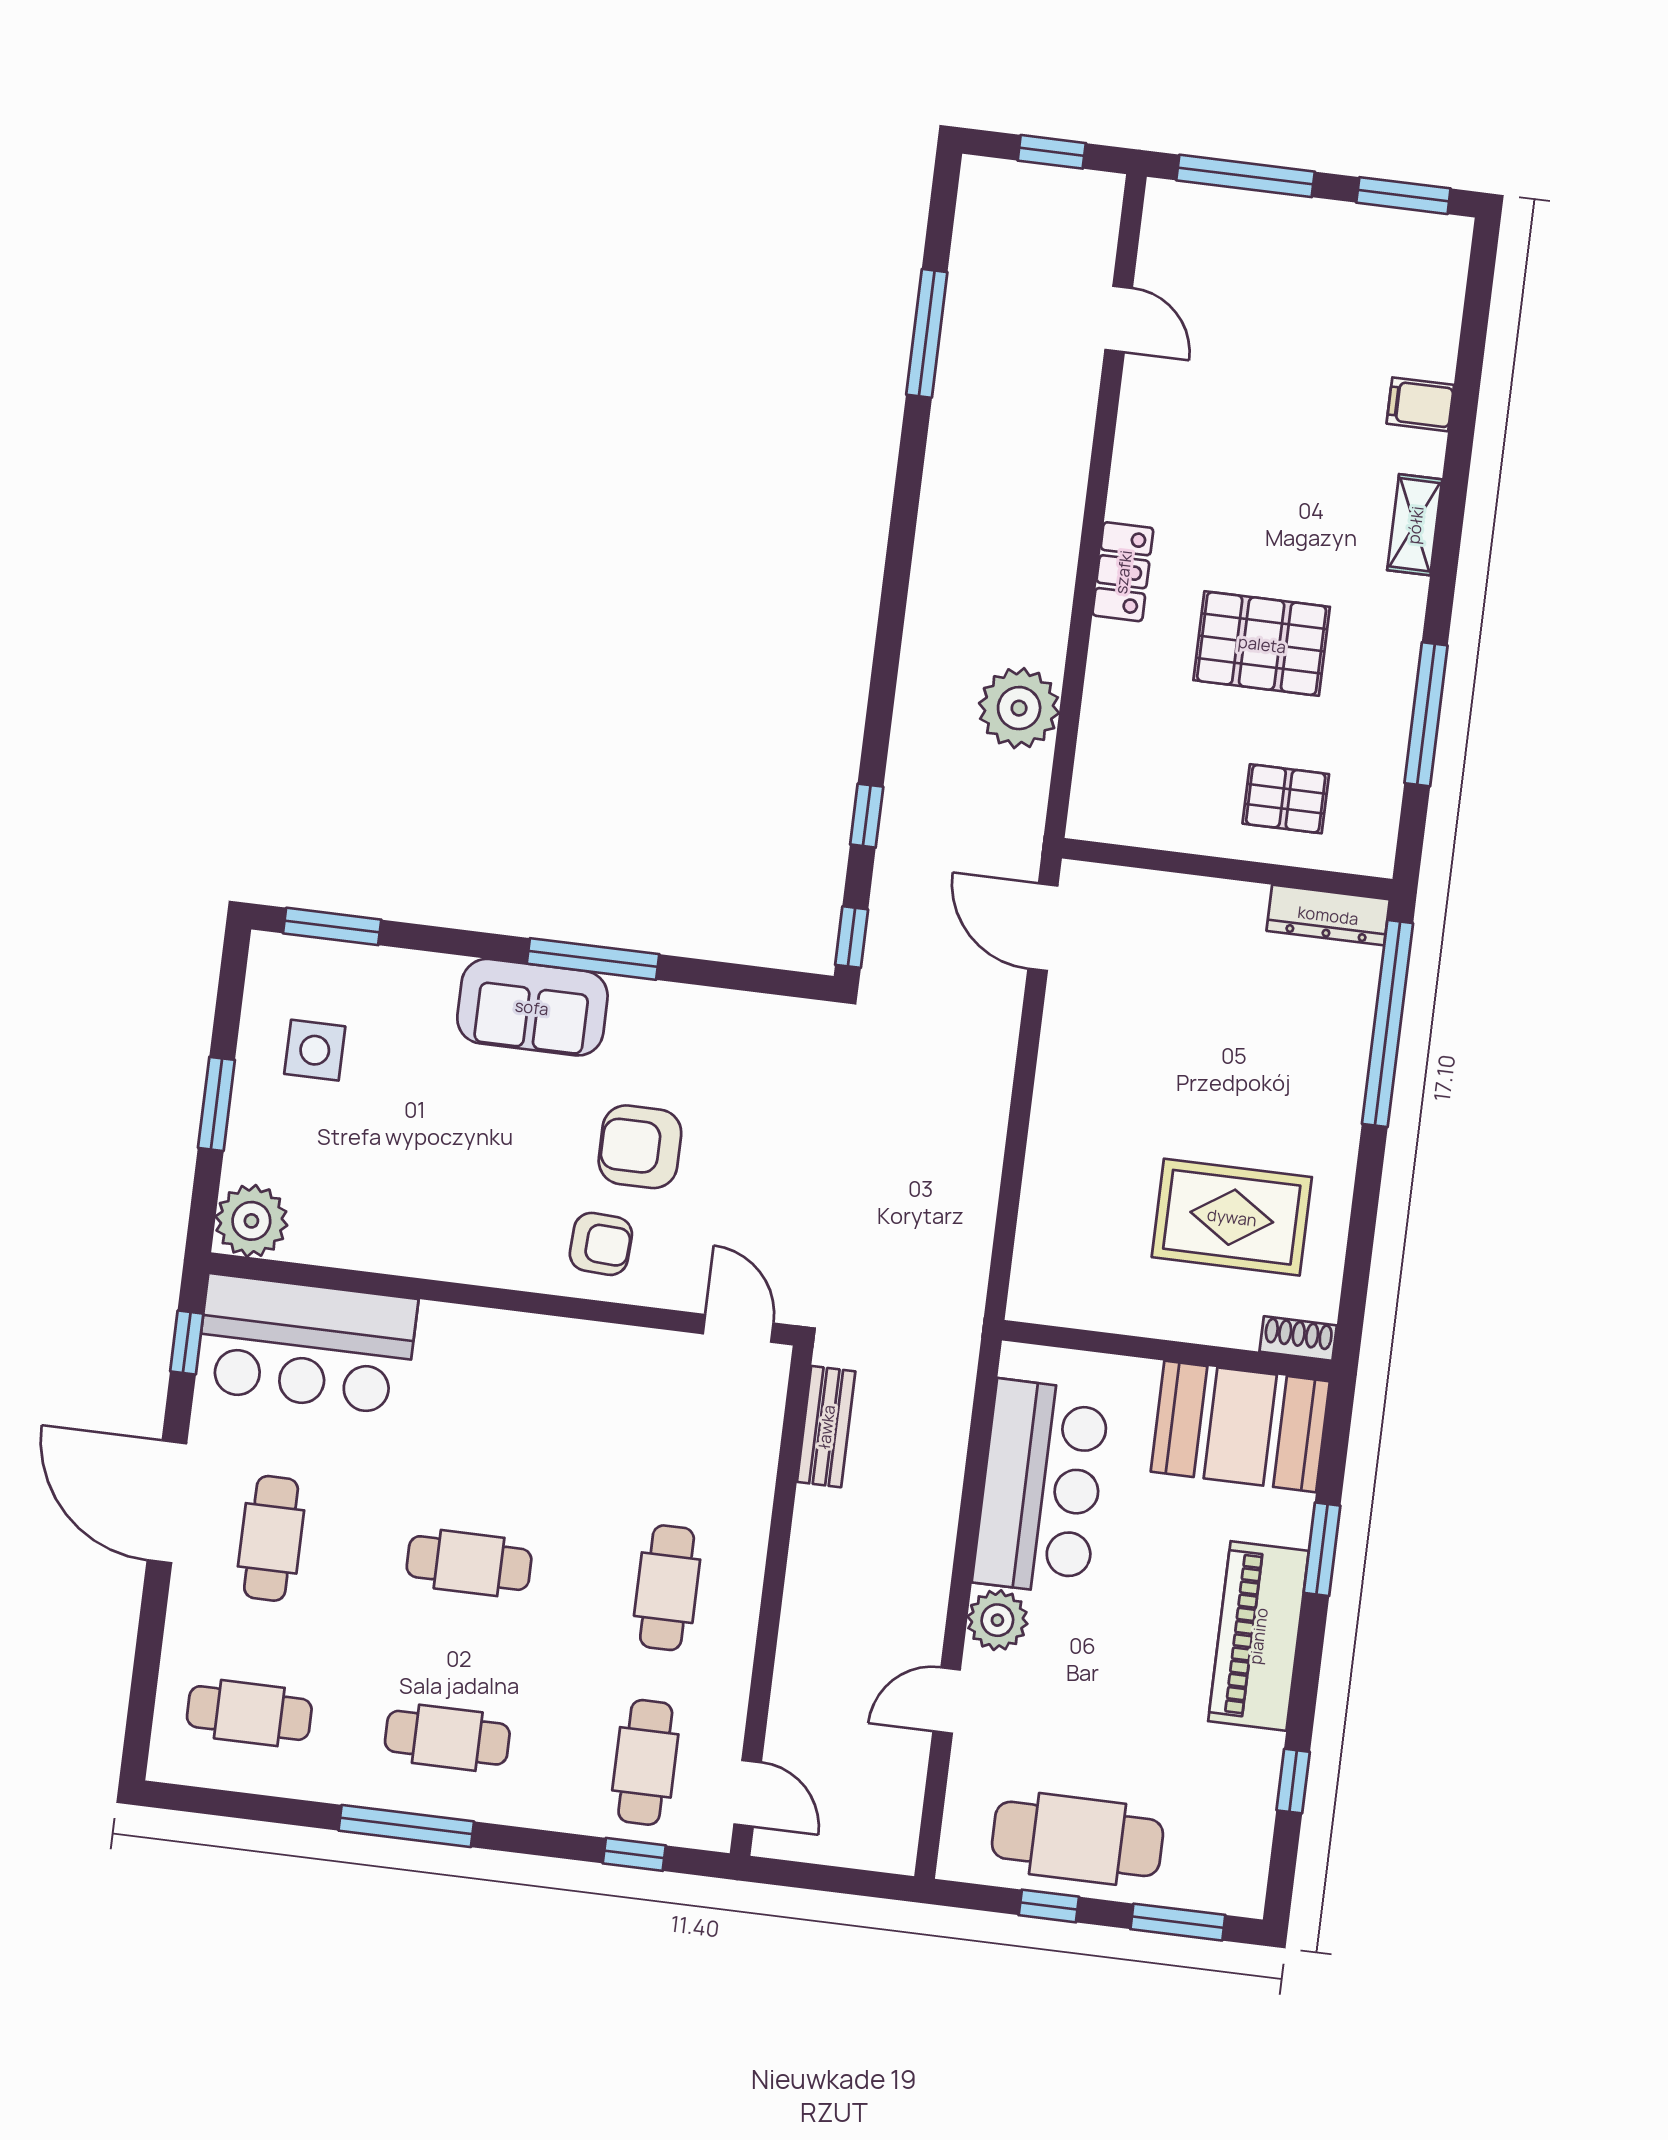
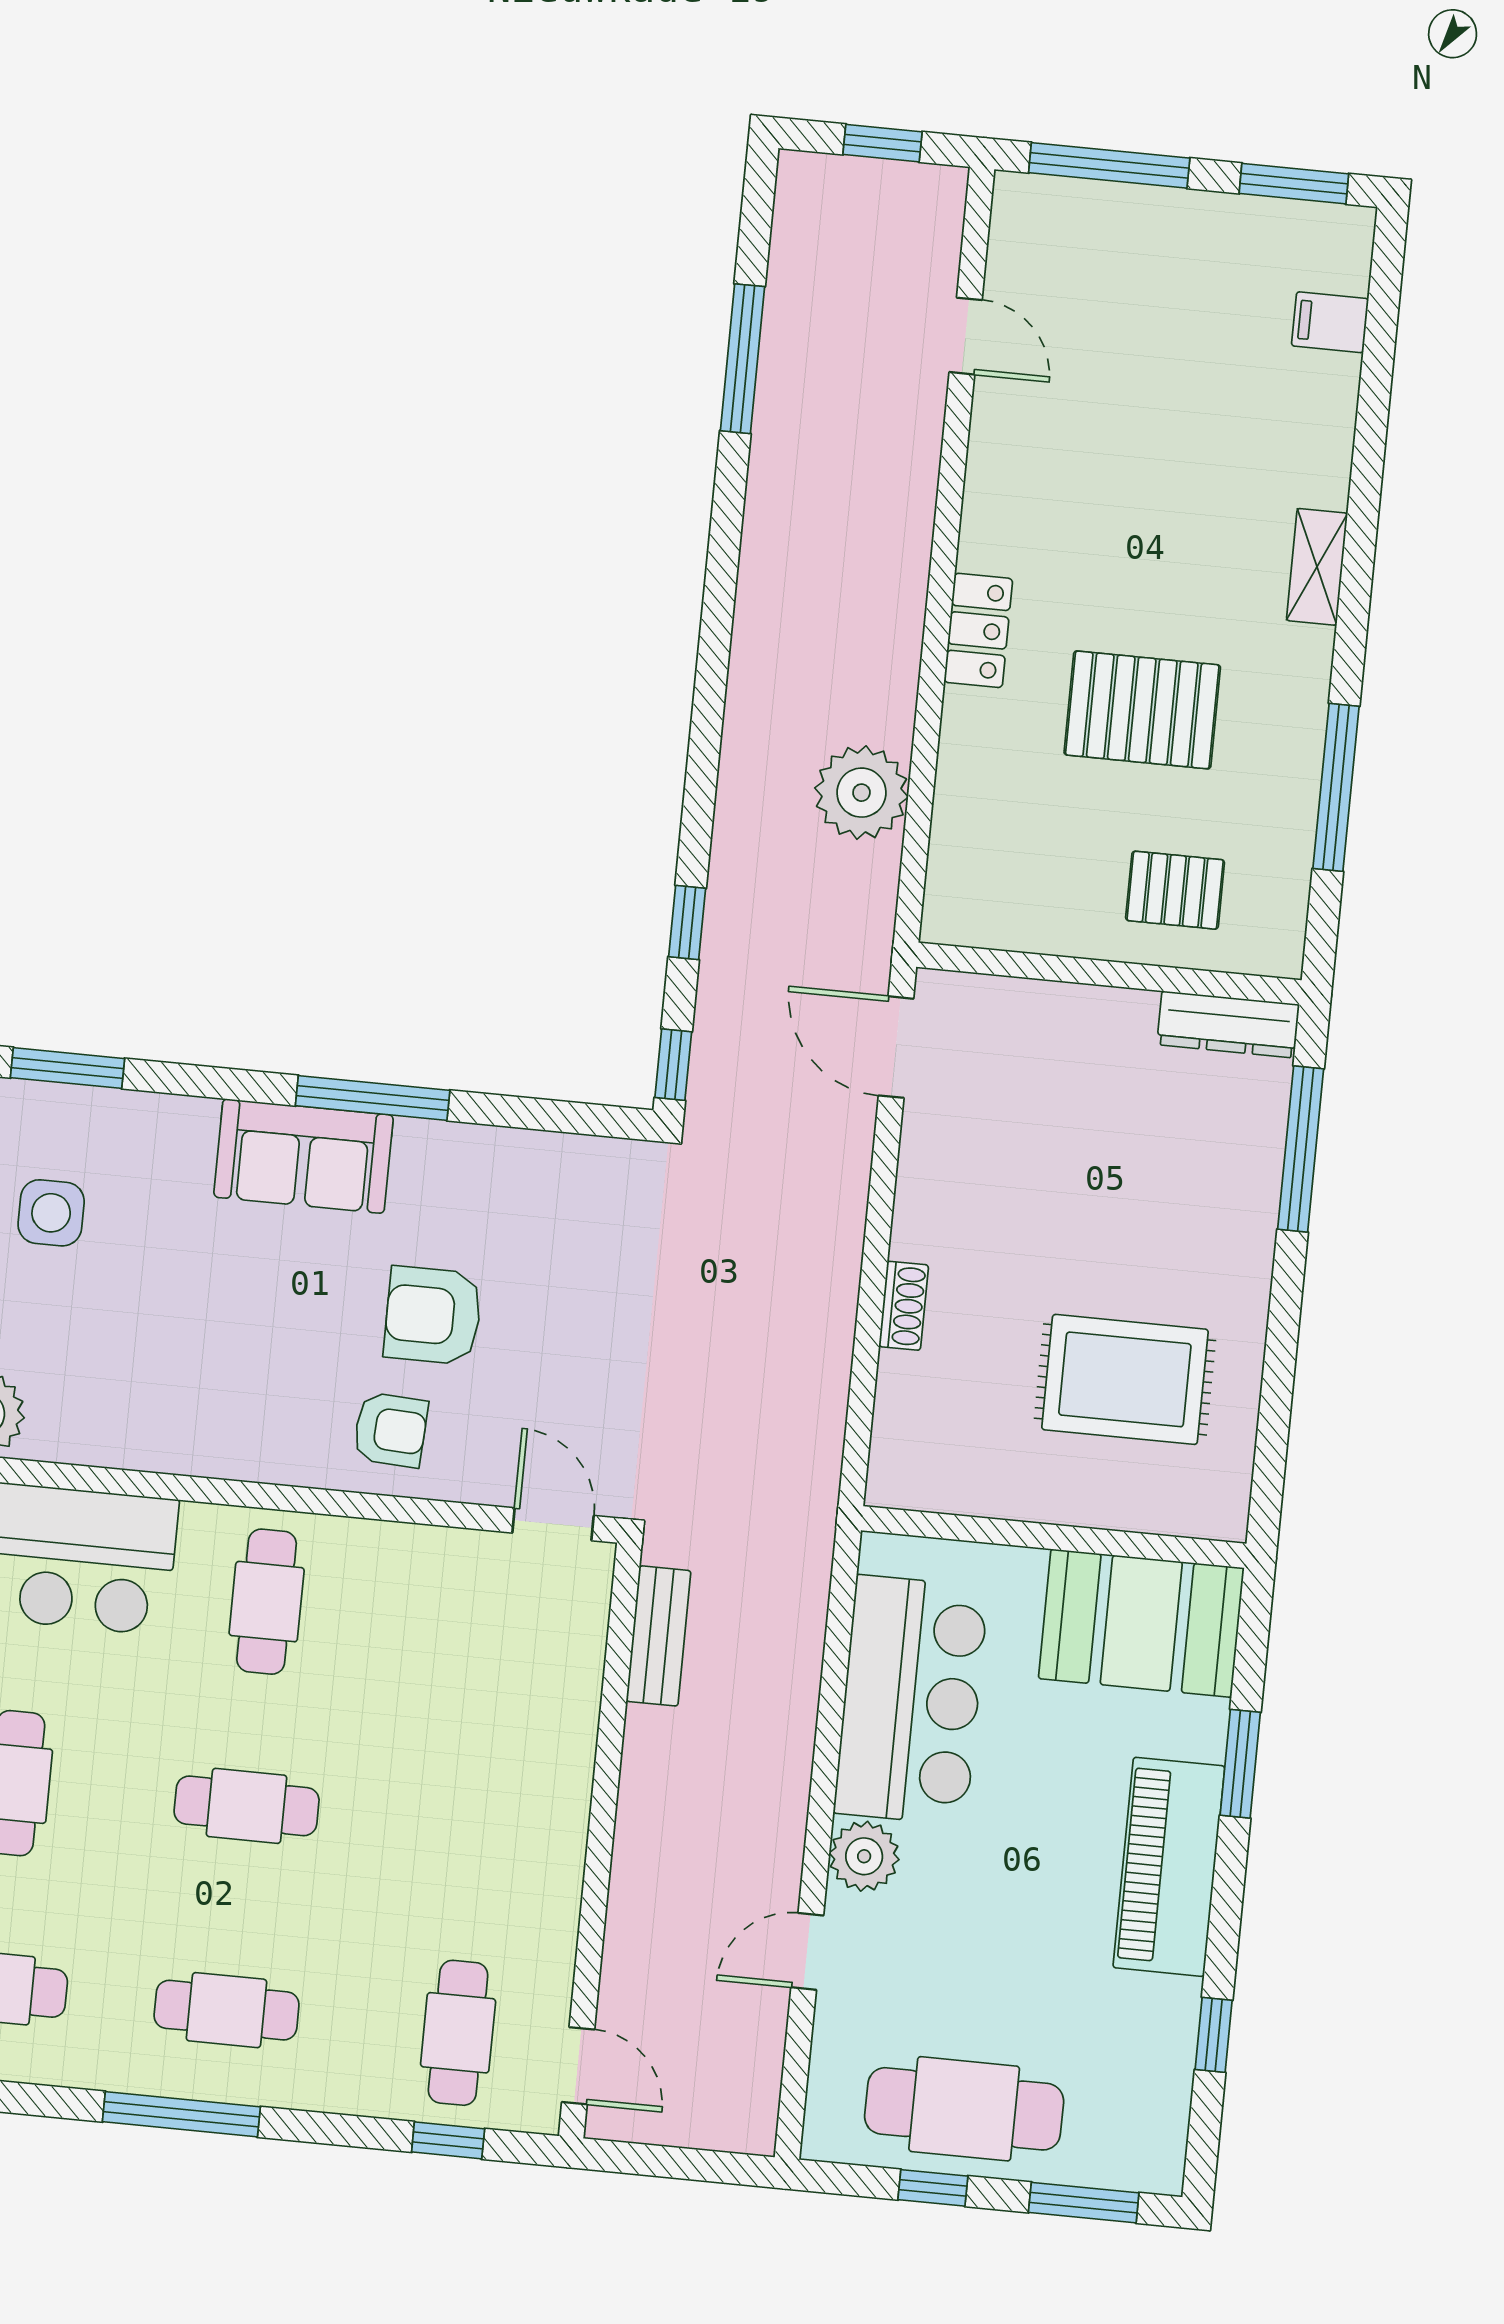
filing cabinet: (1420, 404) -> (1330, 322), moved
window: (1387, 1024) -> (1301, 1149), width x0.68
shoe rack: (1298, 1338) -> (904, 1306), moved, turned 90
cafe table: (667, 1588) -> (267, 1602), moved

